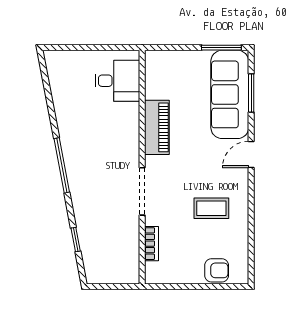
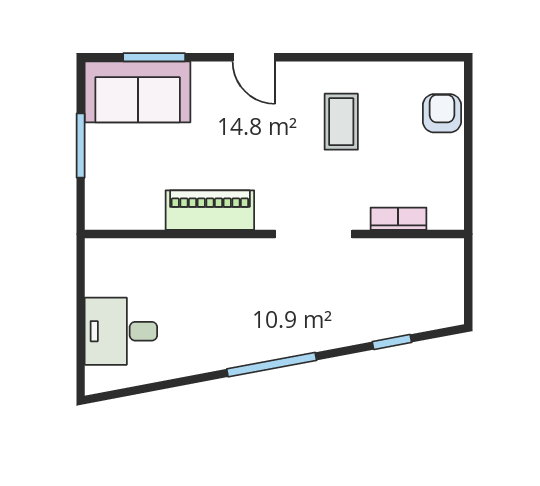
window: (221, 48) -> (81, 146), moved
desk: (117, 81) -> (121, 331), moved, turned -90
sofa: (230, 94) -> (138, 92), width x0.73

